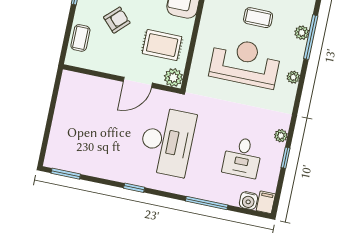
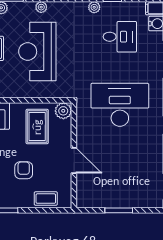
armchair: (117, 20) -> (24, 170), turned 44
door: (138, 82) -> (74, 160), moved
window: (50, 116) -> (119, 210), added

